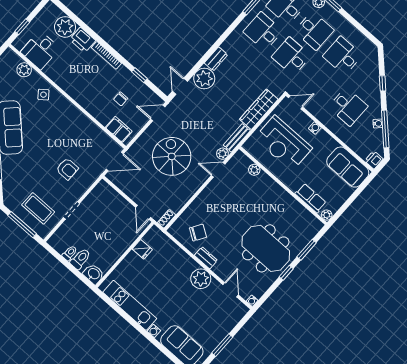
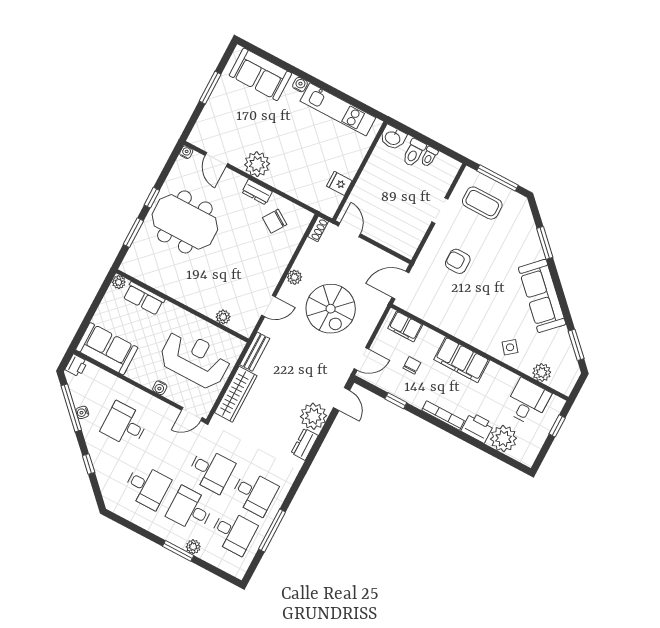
filing cabinet: (82, 94) -> (462, 360), added
plant: (222, 154) -> (294, 277), moved

